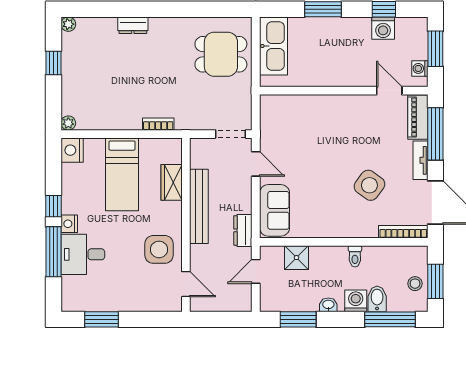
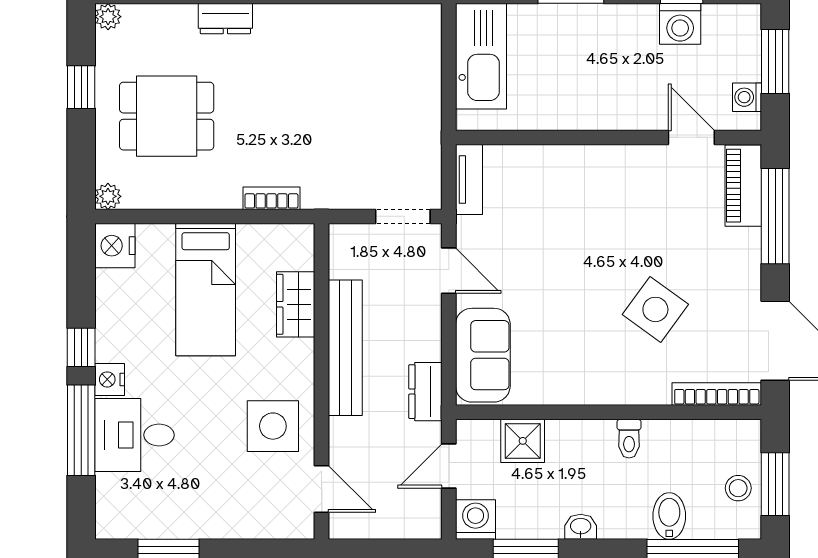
dining table: (221, 54) -> (167, 116), moved
tv unit: (420, 160) -> (469, 179), moved, turned 180
washing machine: (356, 301) -> (475, 520), moved

